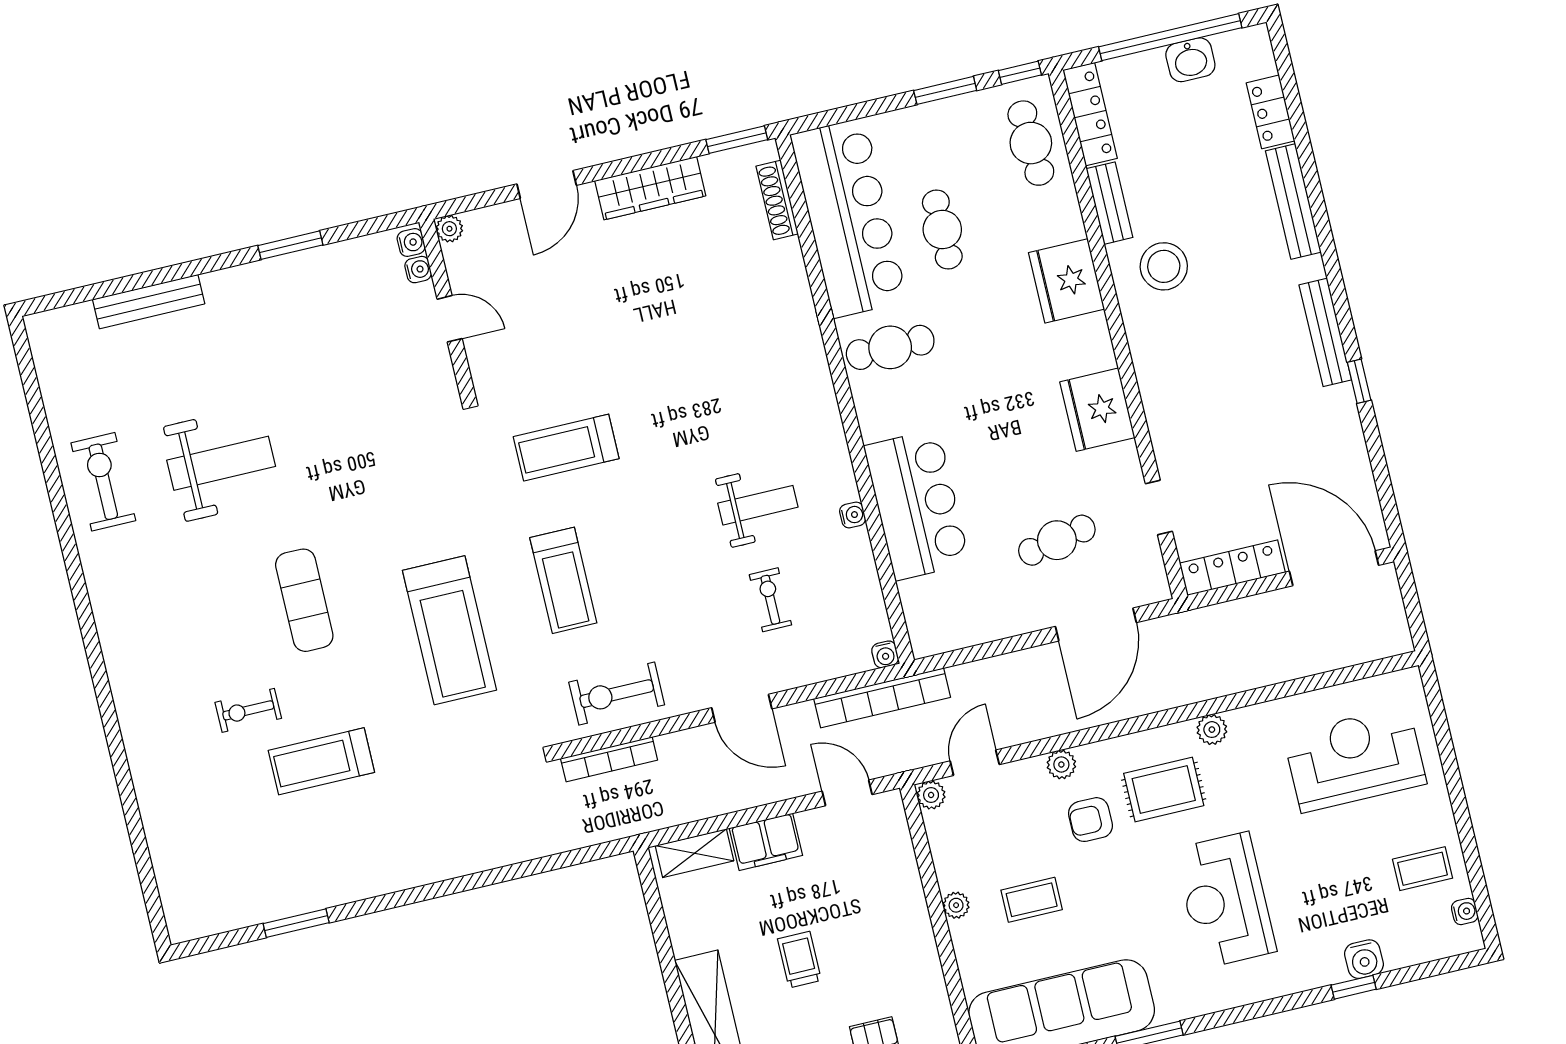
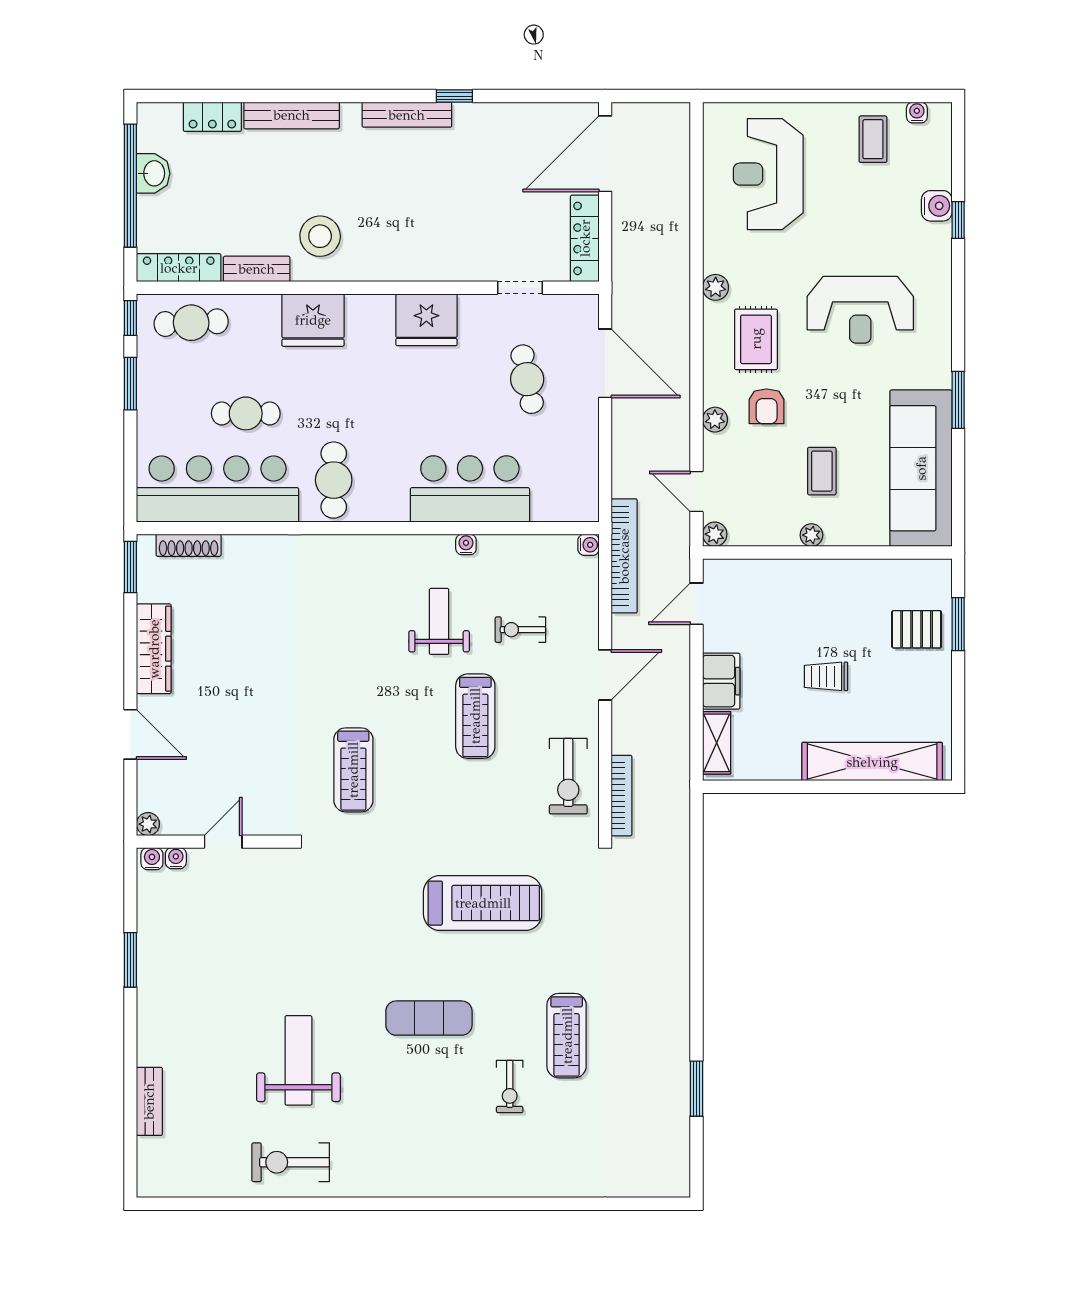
bench: (149, 302) -> (149, 1101), width x0.73
treadmill: (563, 580) -> (475, 716), moved, turned 90

